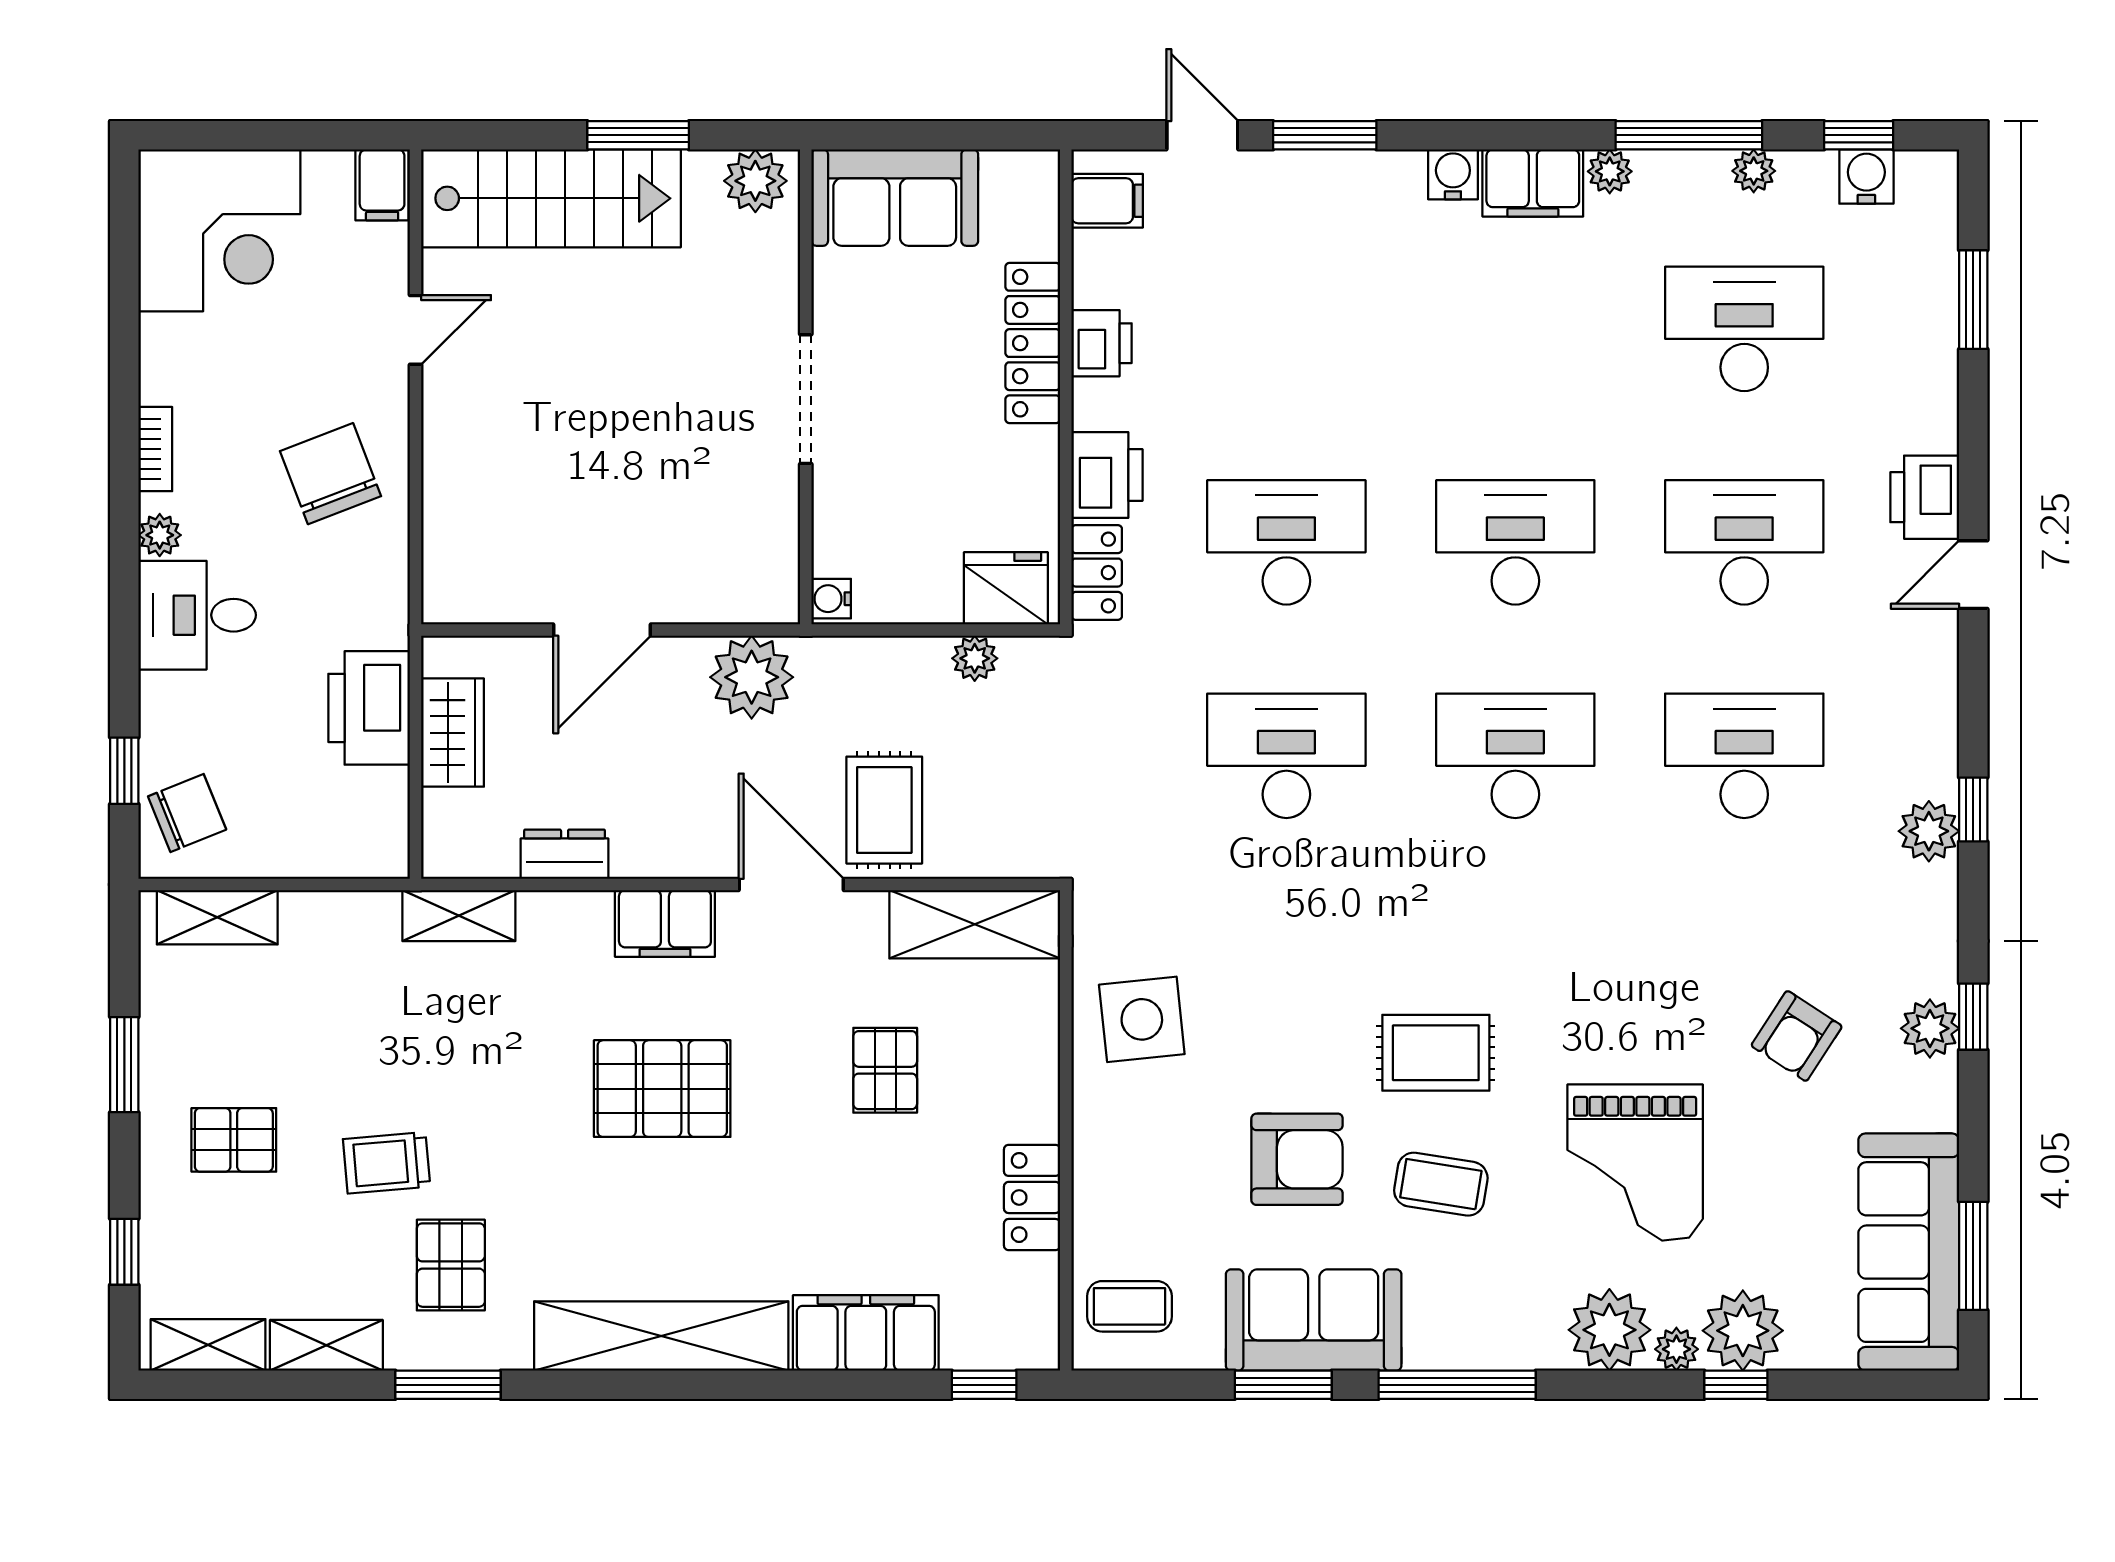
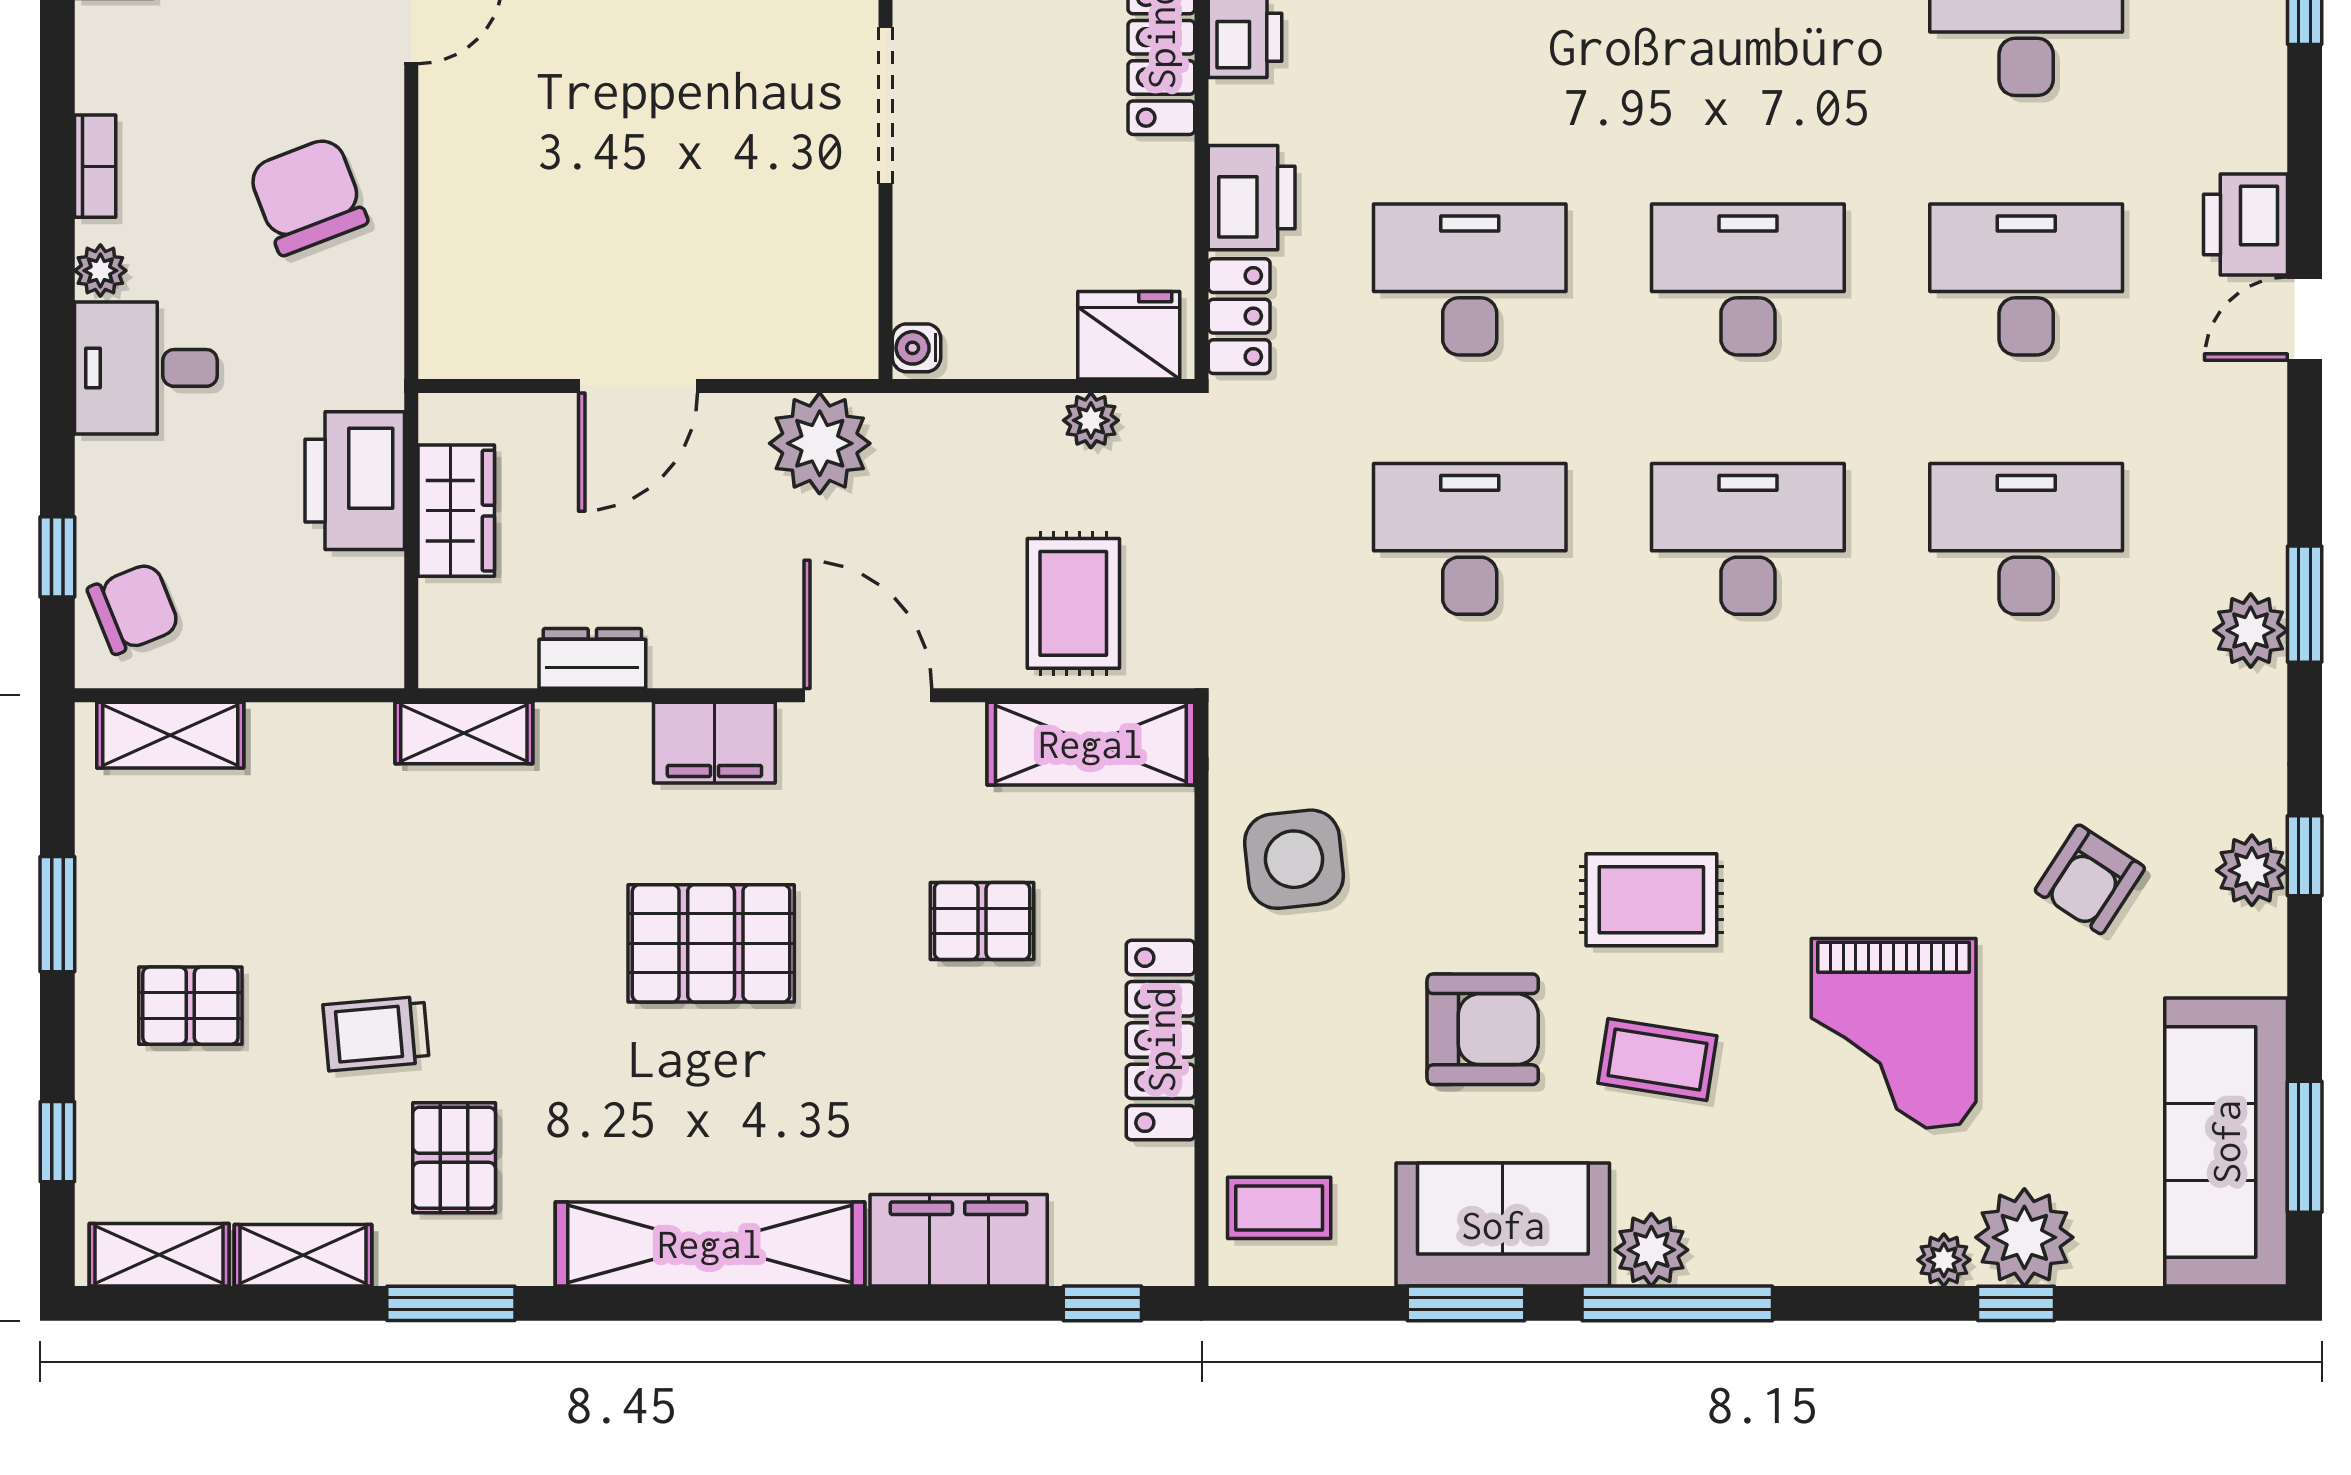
rug: (884, 810) -> (1073, 603), moved
window: (1973, 810) -> (2305, 604), width x1.50
pallet: (885, 1070) -> (982, 921), turned 90
locker: (1032, 1197) -> (1161, 1040), width x1.53
plant: (1609, 1330) -> (1651, 1250), moved, width x0.73, depth x0.73

